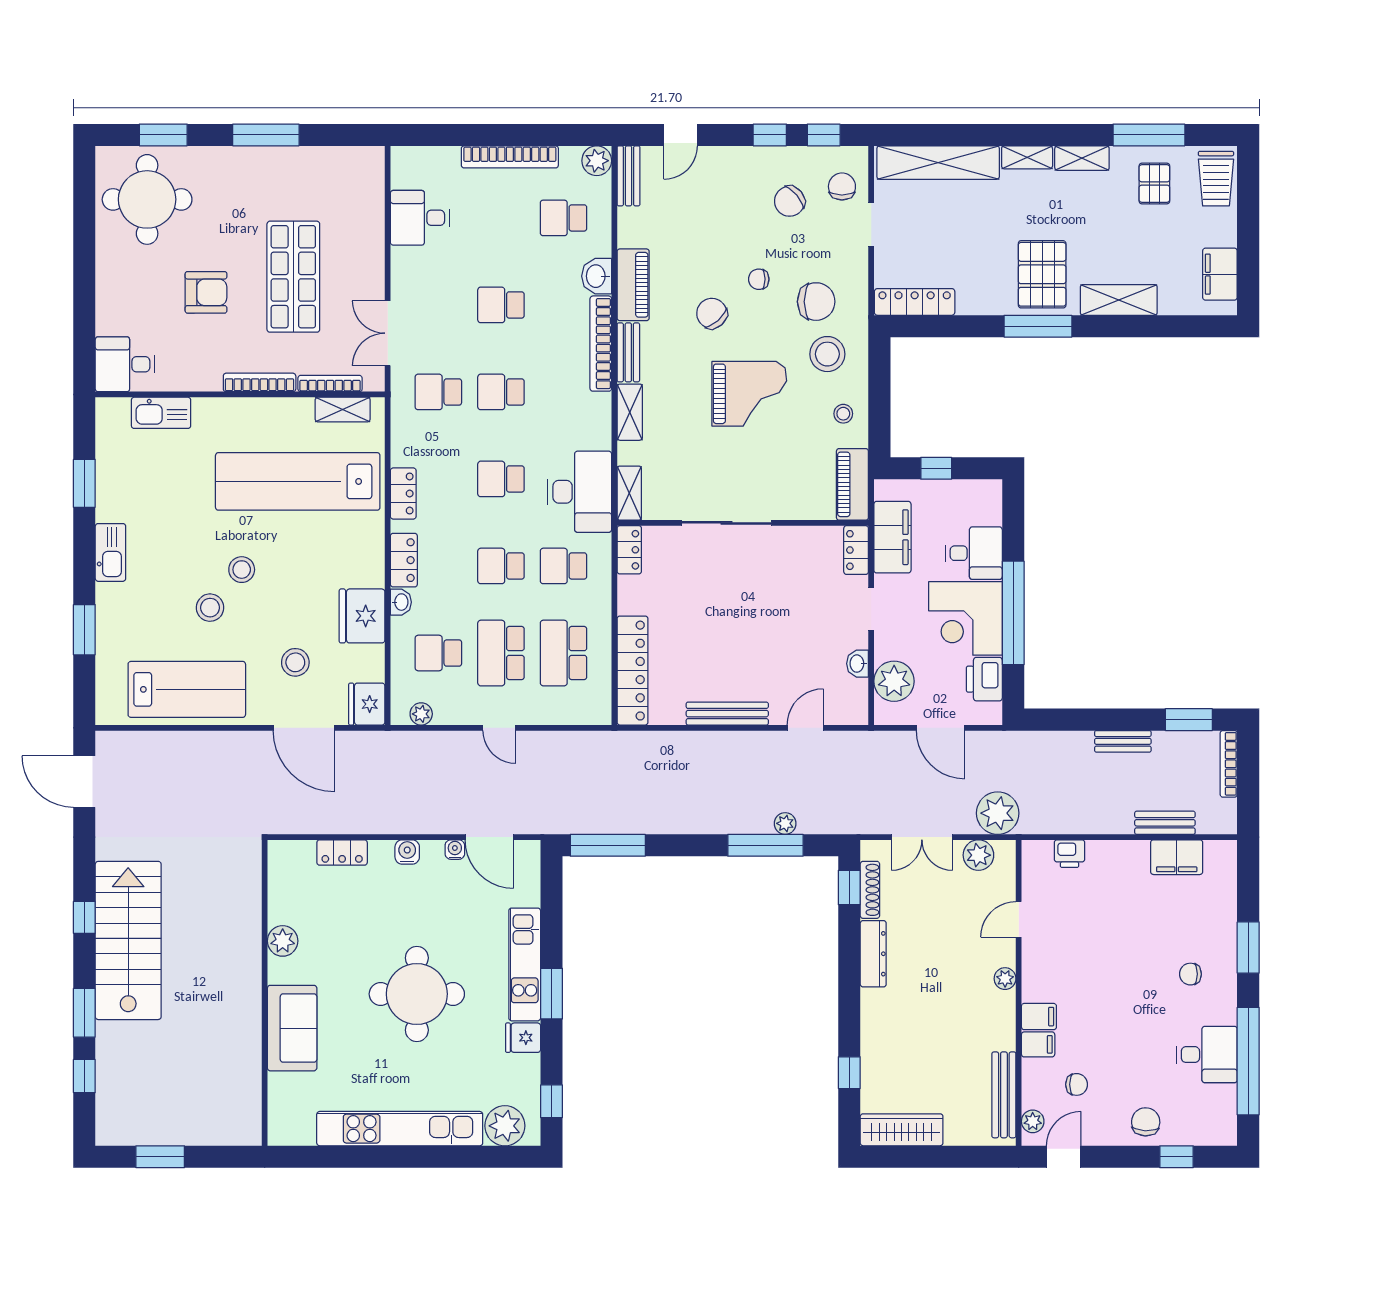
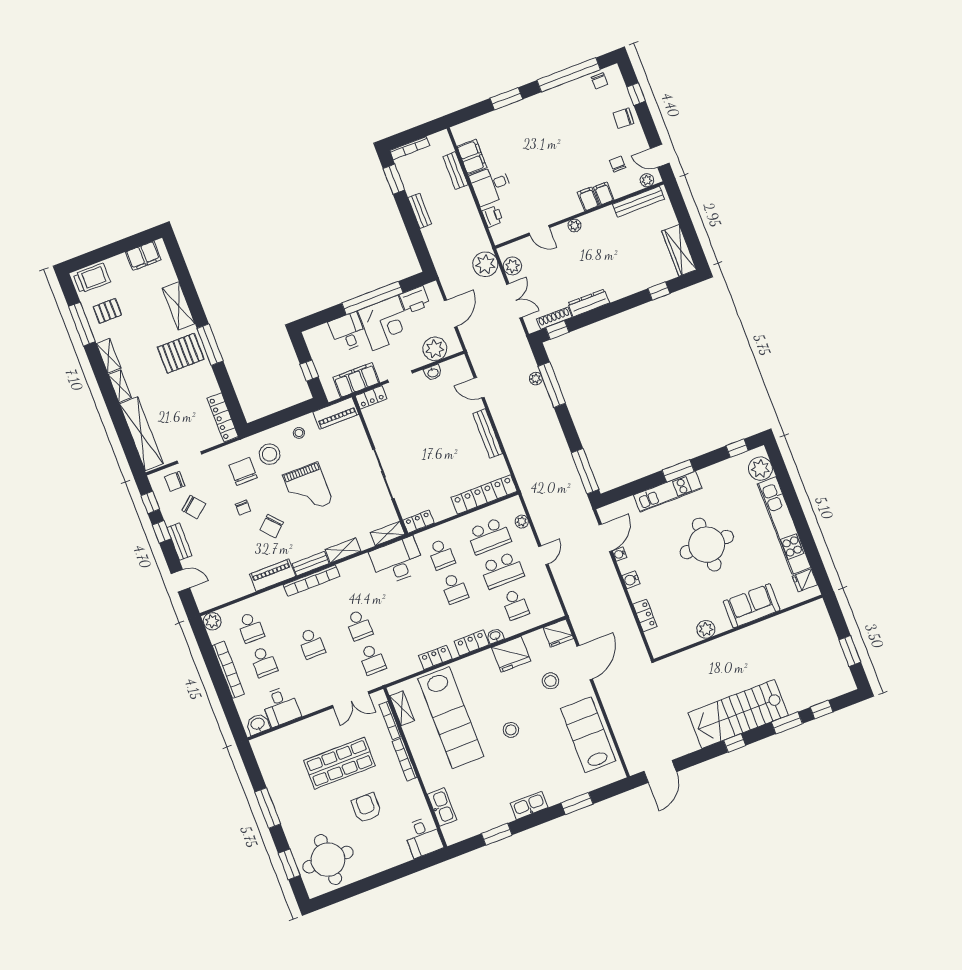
bench: (629, 176) -> (179, 542), moved, turned 90
washbasin: (597, 276) -> (258, 724), moved, turned 180
grand piano: (749, 394) -> (308, 489), turned 180
school desk: (501, 479) -> (264, 662), moved
stool: (210, 608) -> (538, 739), removed
plant: (421, 714) -> (522, 522), moved
chair: (1190, 974) -> (600, 81), moved
fridge: (523, 1038) -> (805, 580), moved, turned 90
desk: (1207, 1055) -> (491, 185), moved, turned -90

